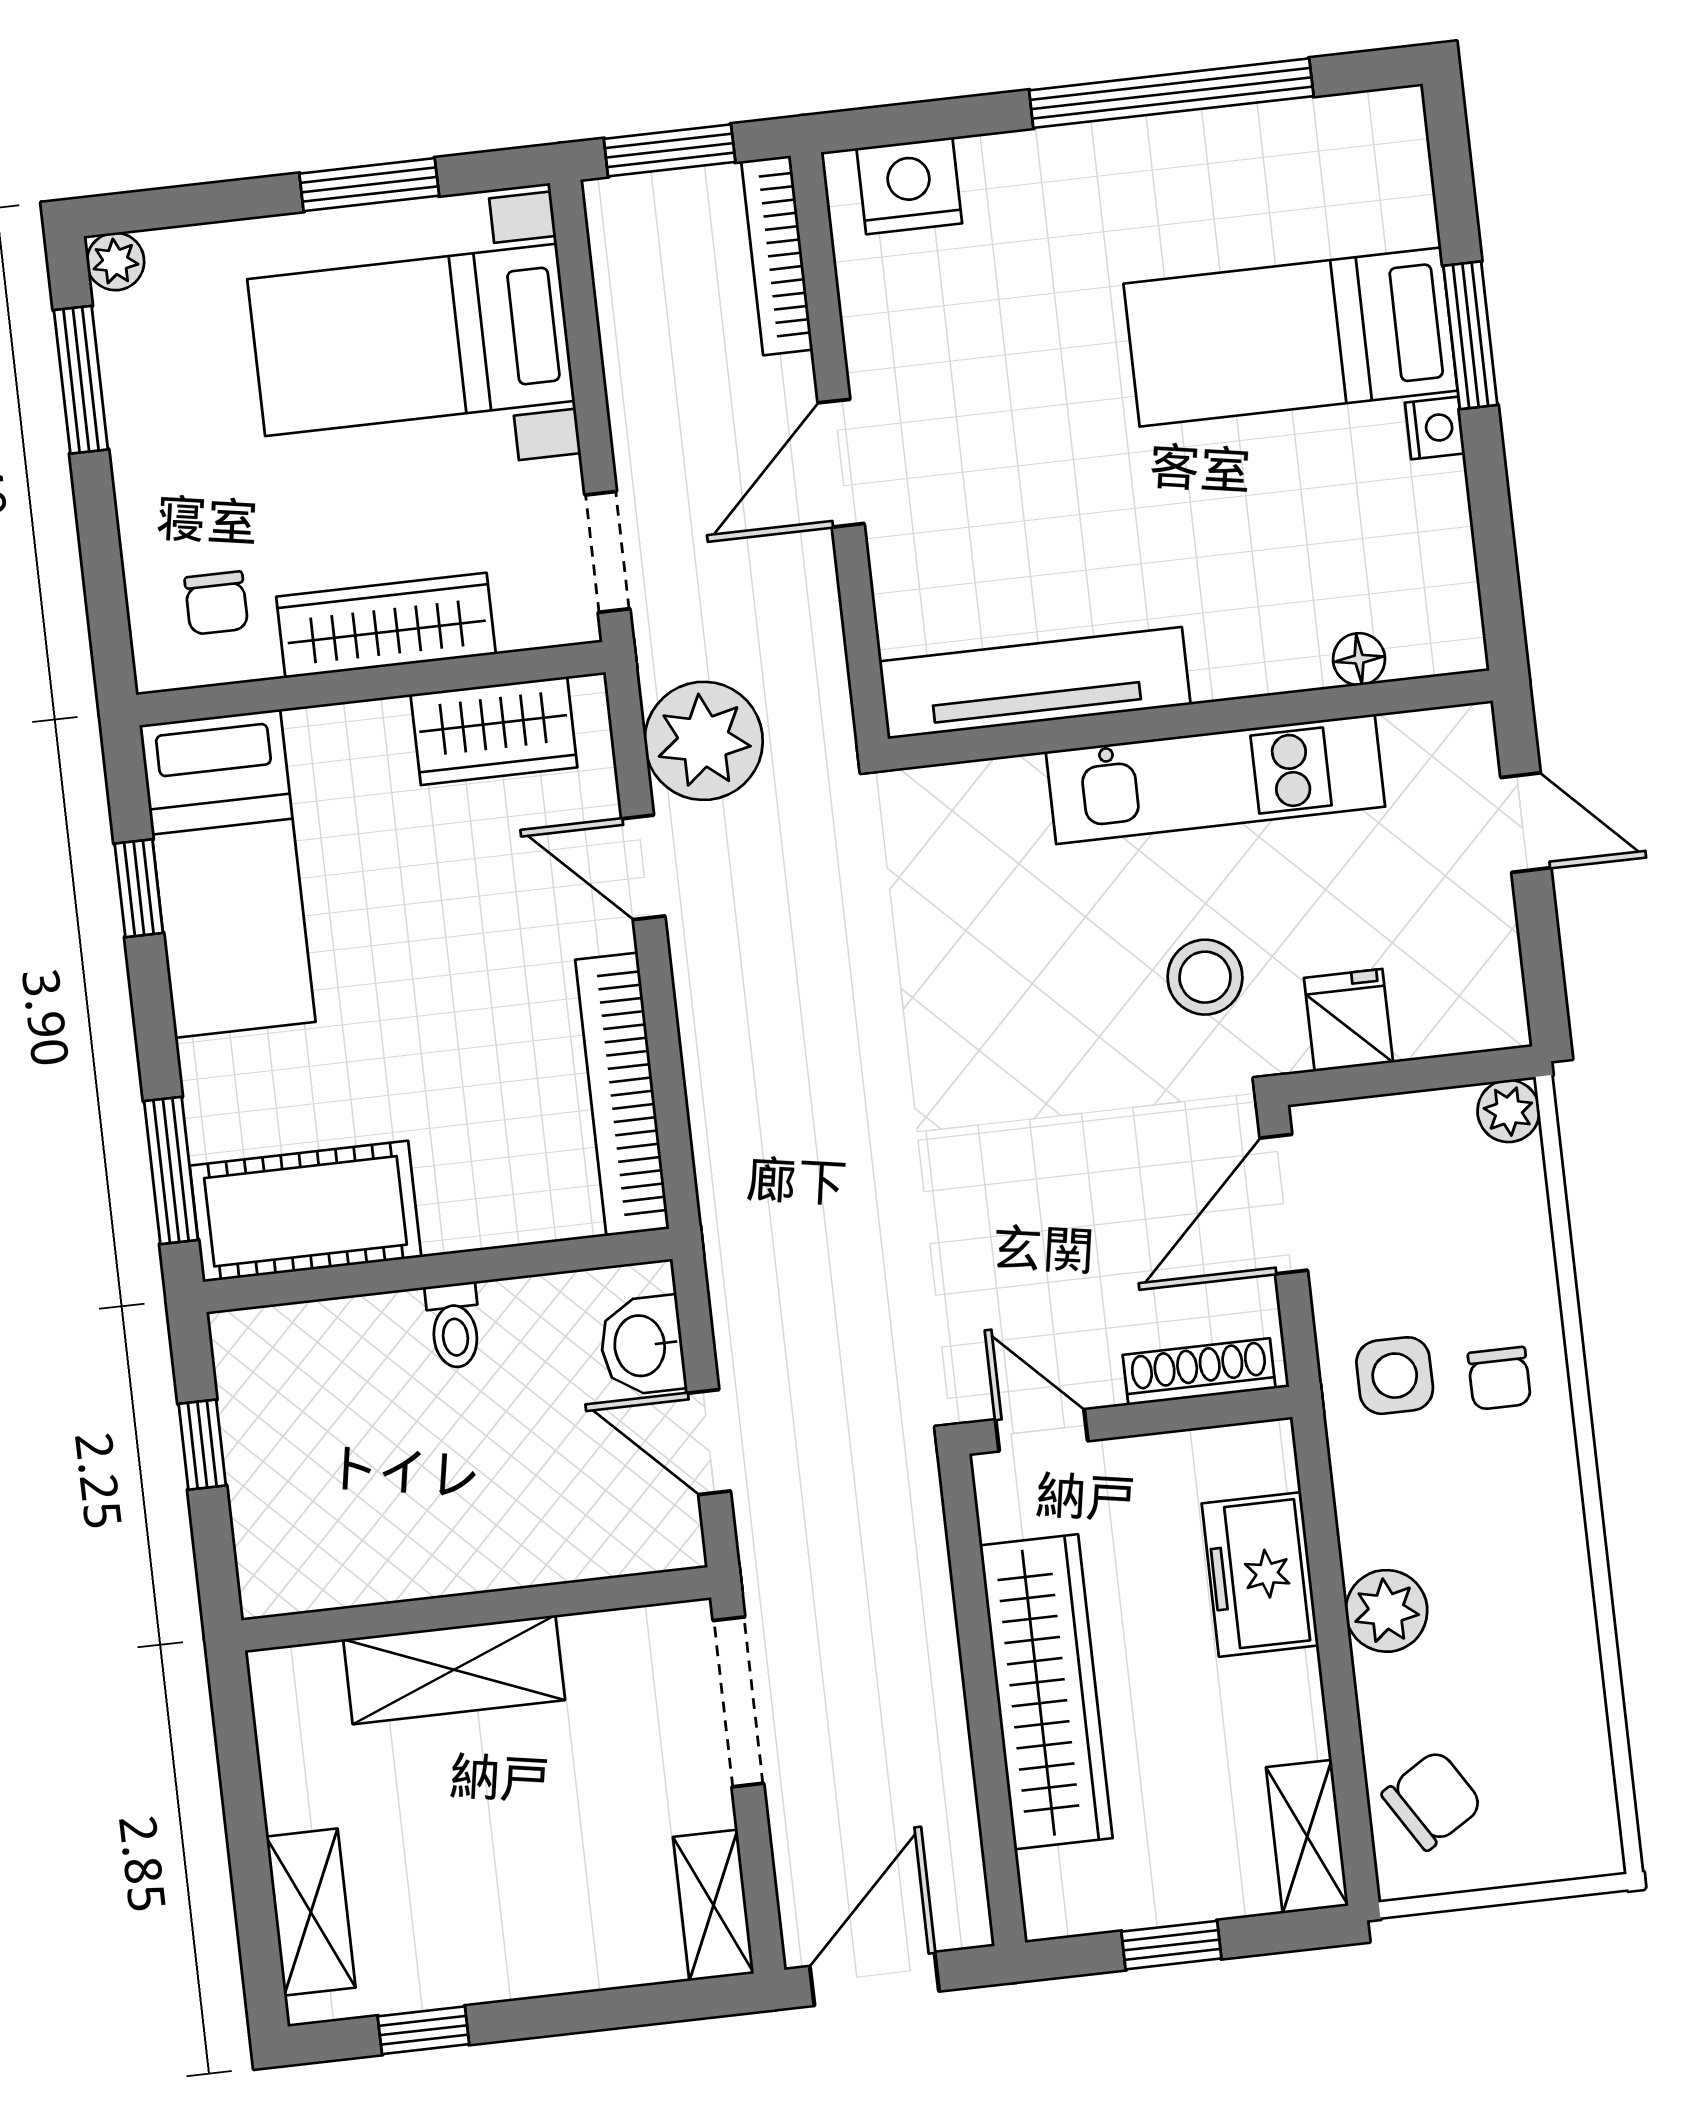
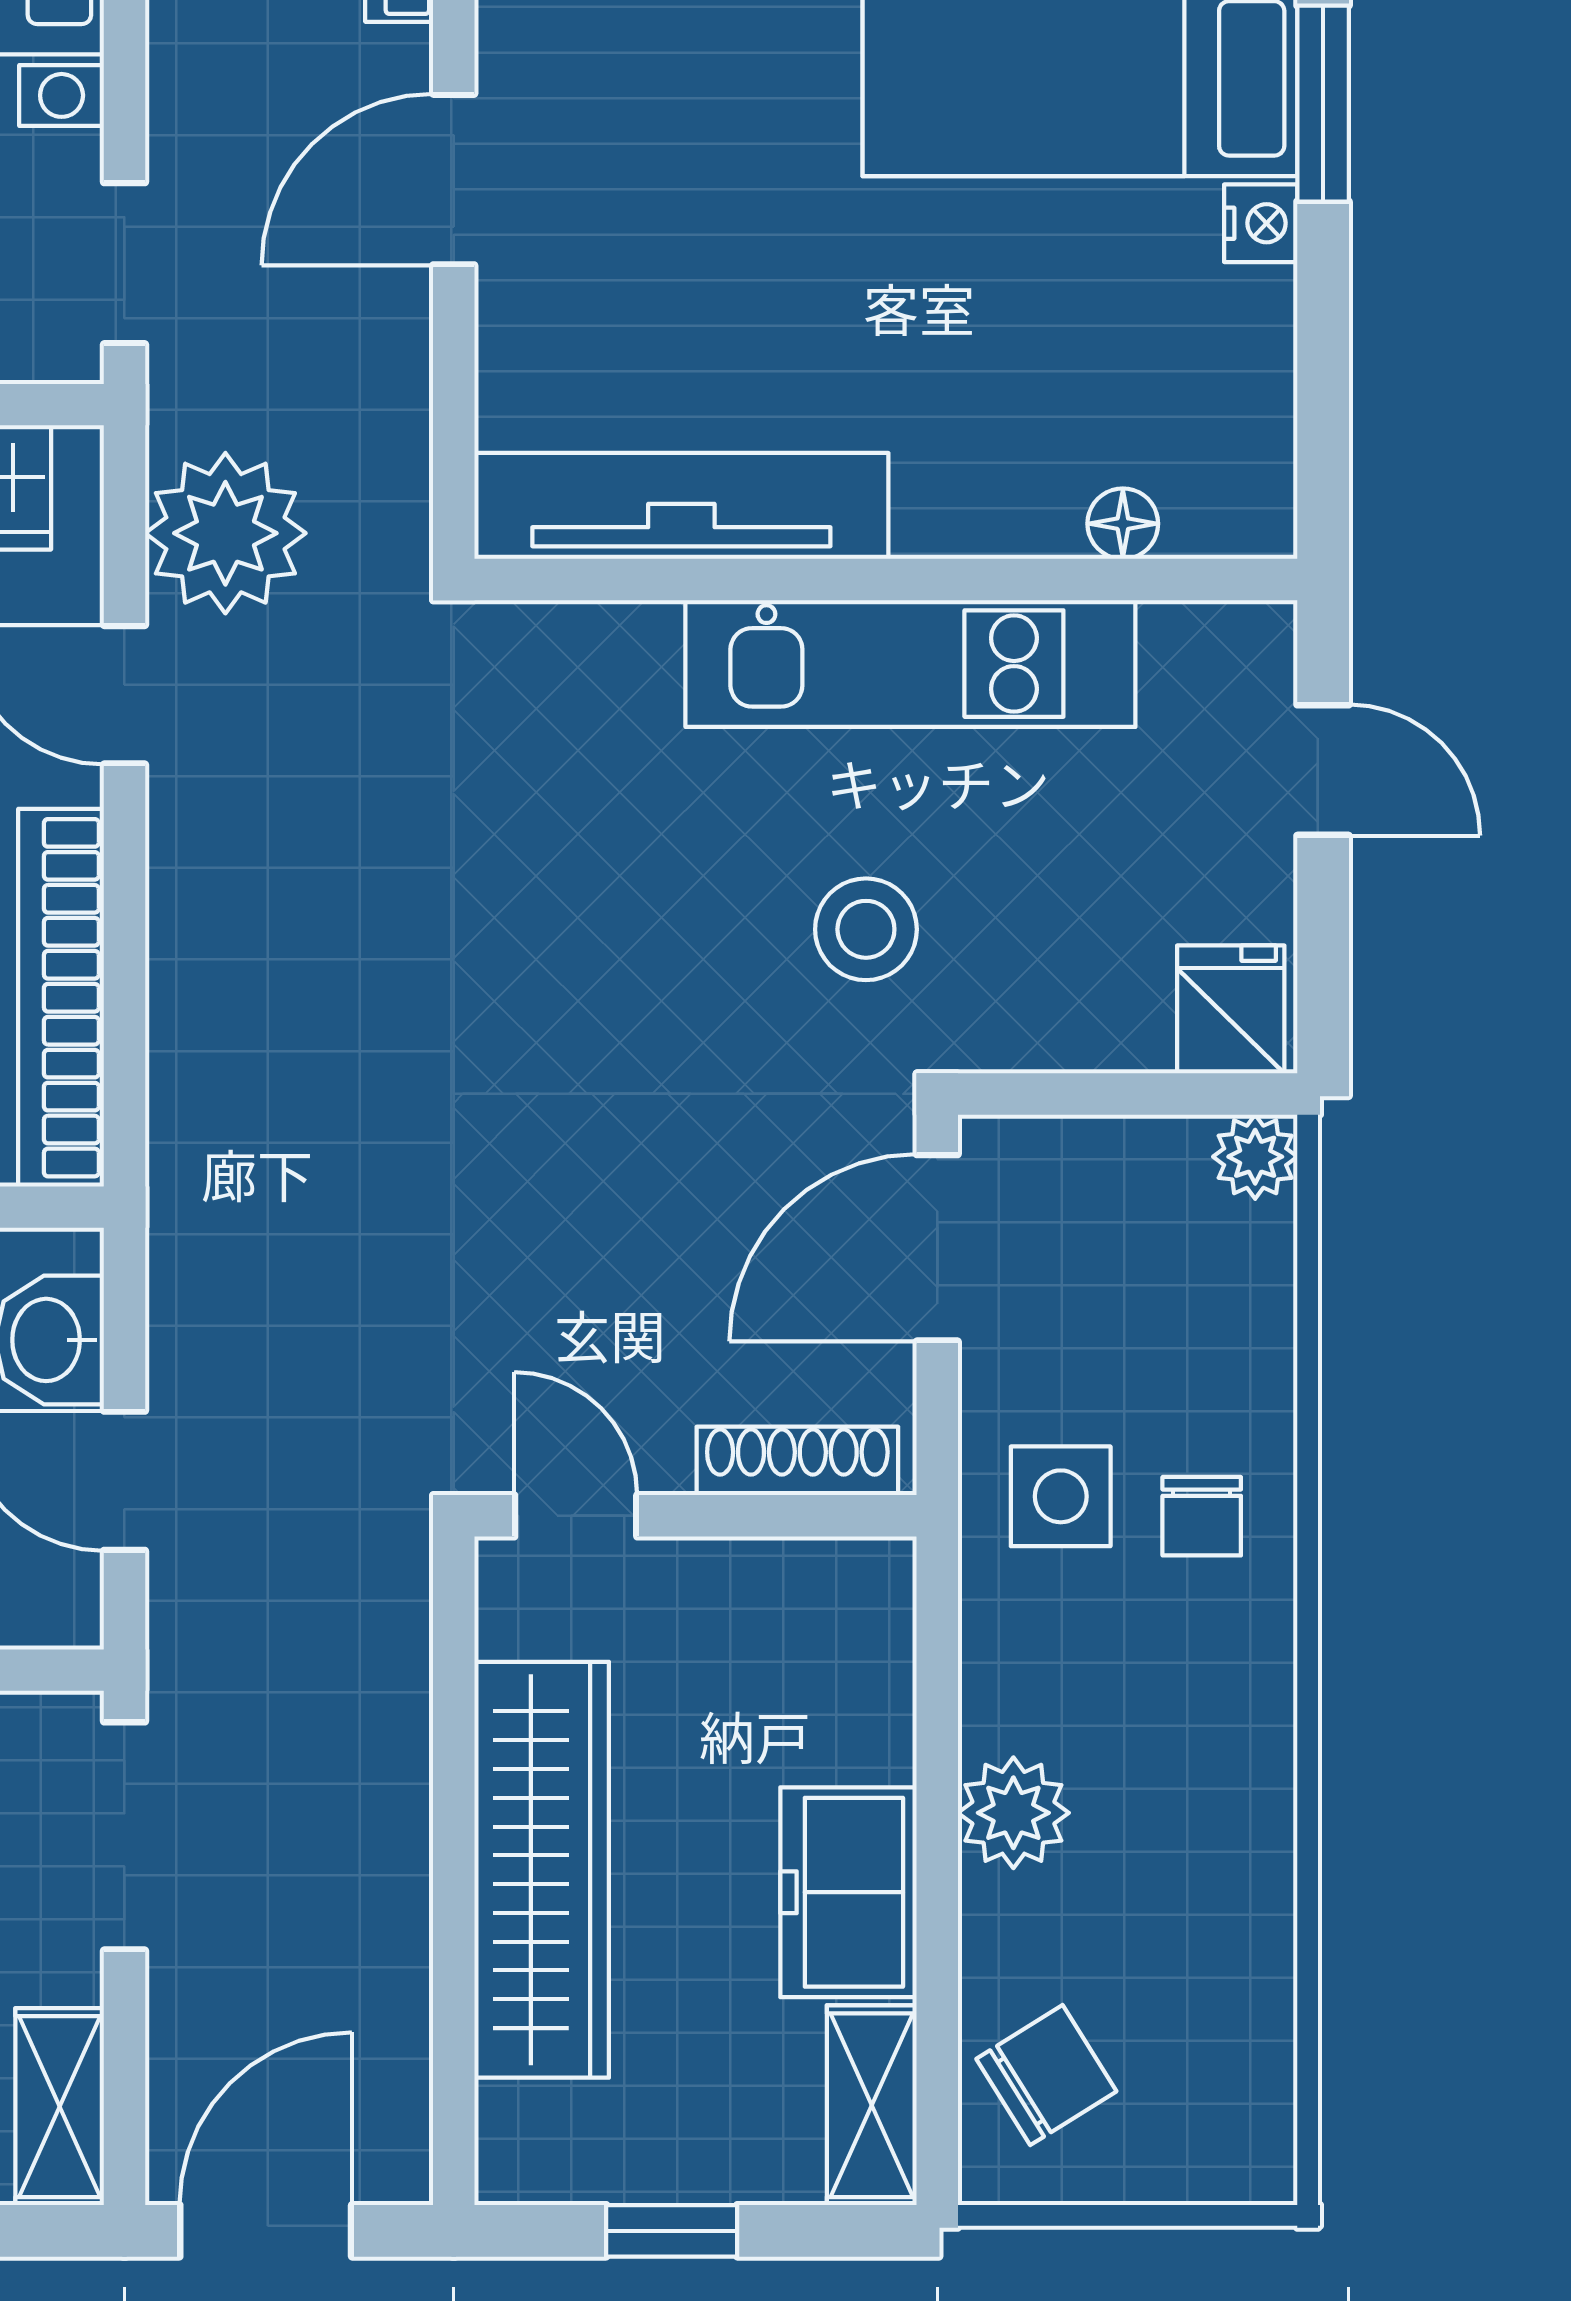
fridge: (1349, 1020) -> (1231, 1009), moved
freezer: (1260, 1574) -> (848, 1892), moved

